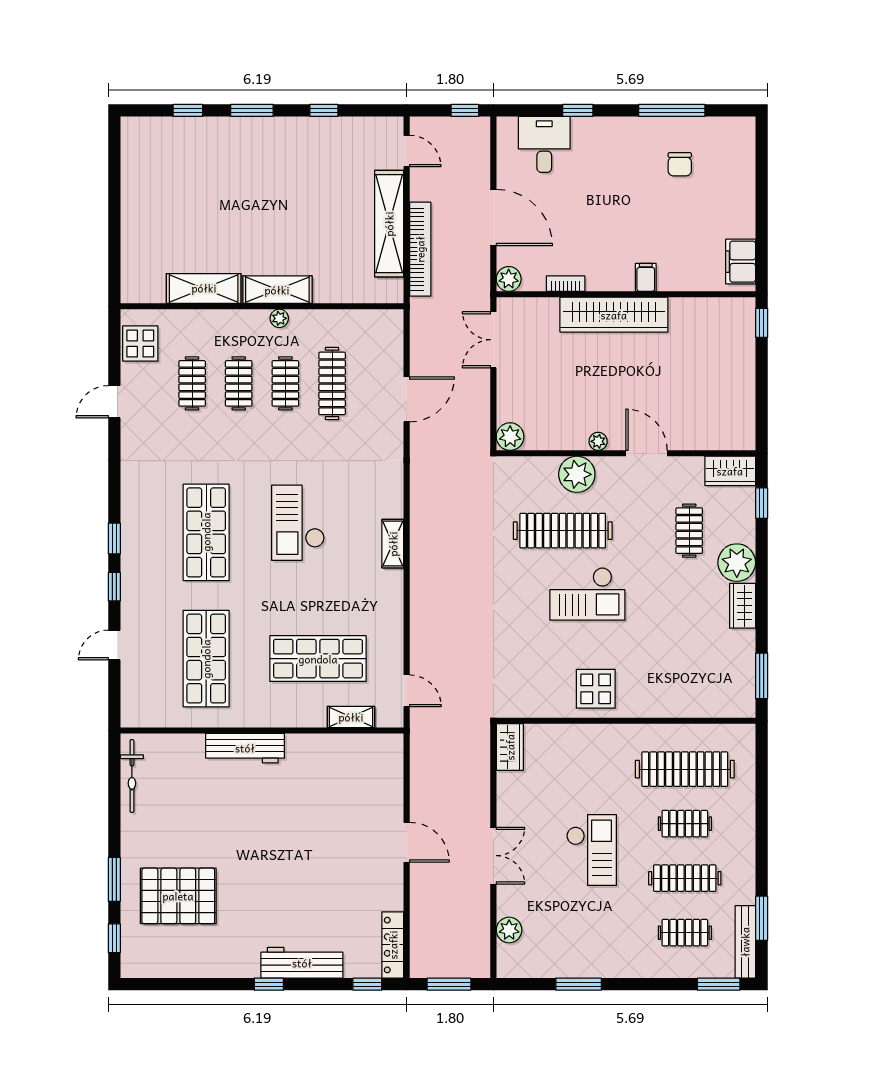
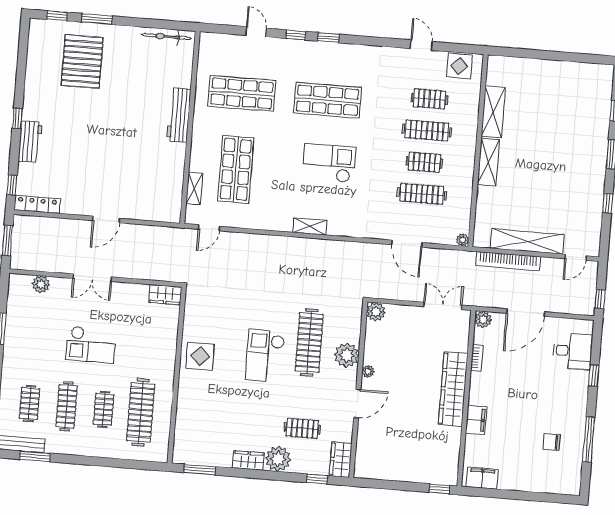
filing cabinet: (646, 277) -> (476, 420), width x2.00
plant: (279, 318) -> (463, 240), moved
clothes rail: (239, 383) -> (427, 131), width x1.36
workbench: (302, 963) -> (30, 142), width x0.73

